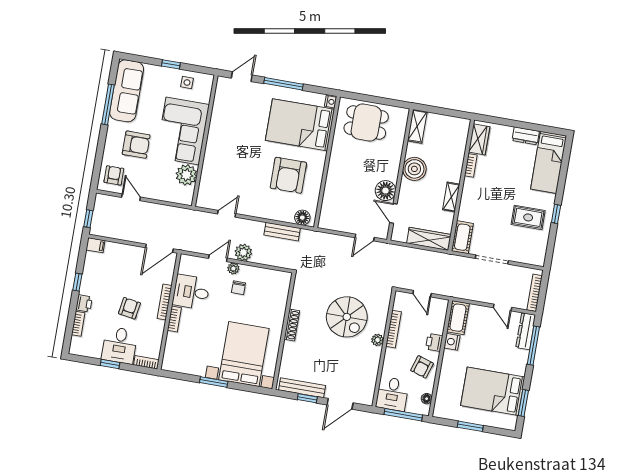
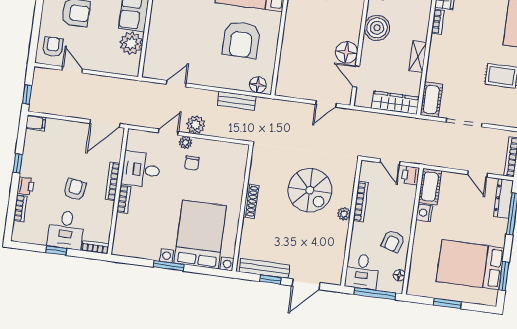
printer: (434, 342) -> (410, 175), moved

